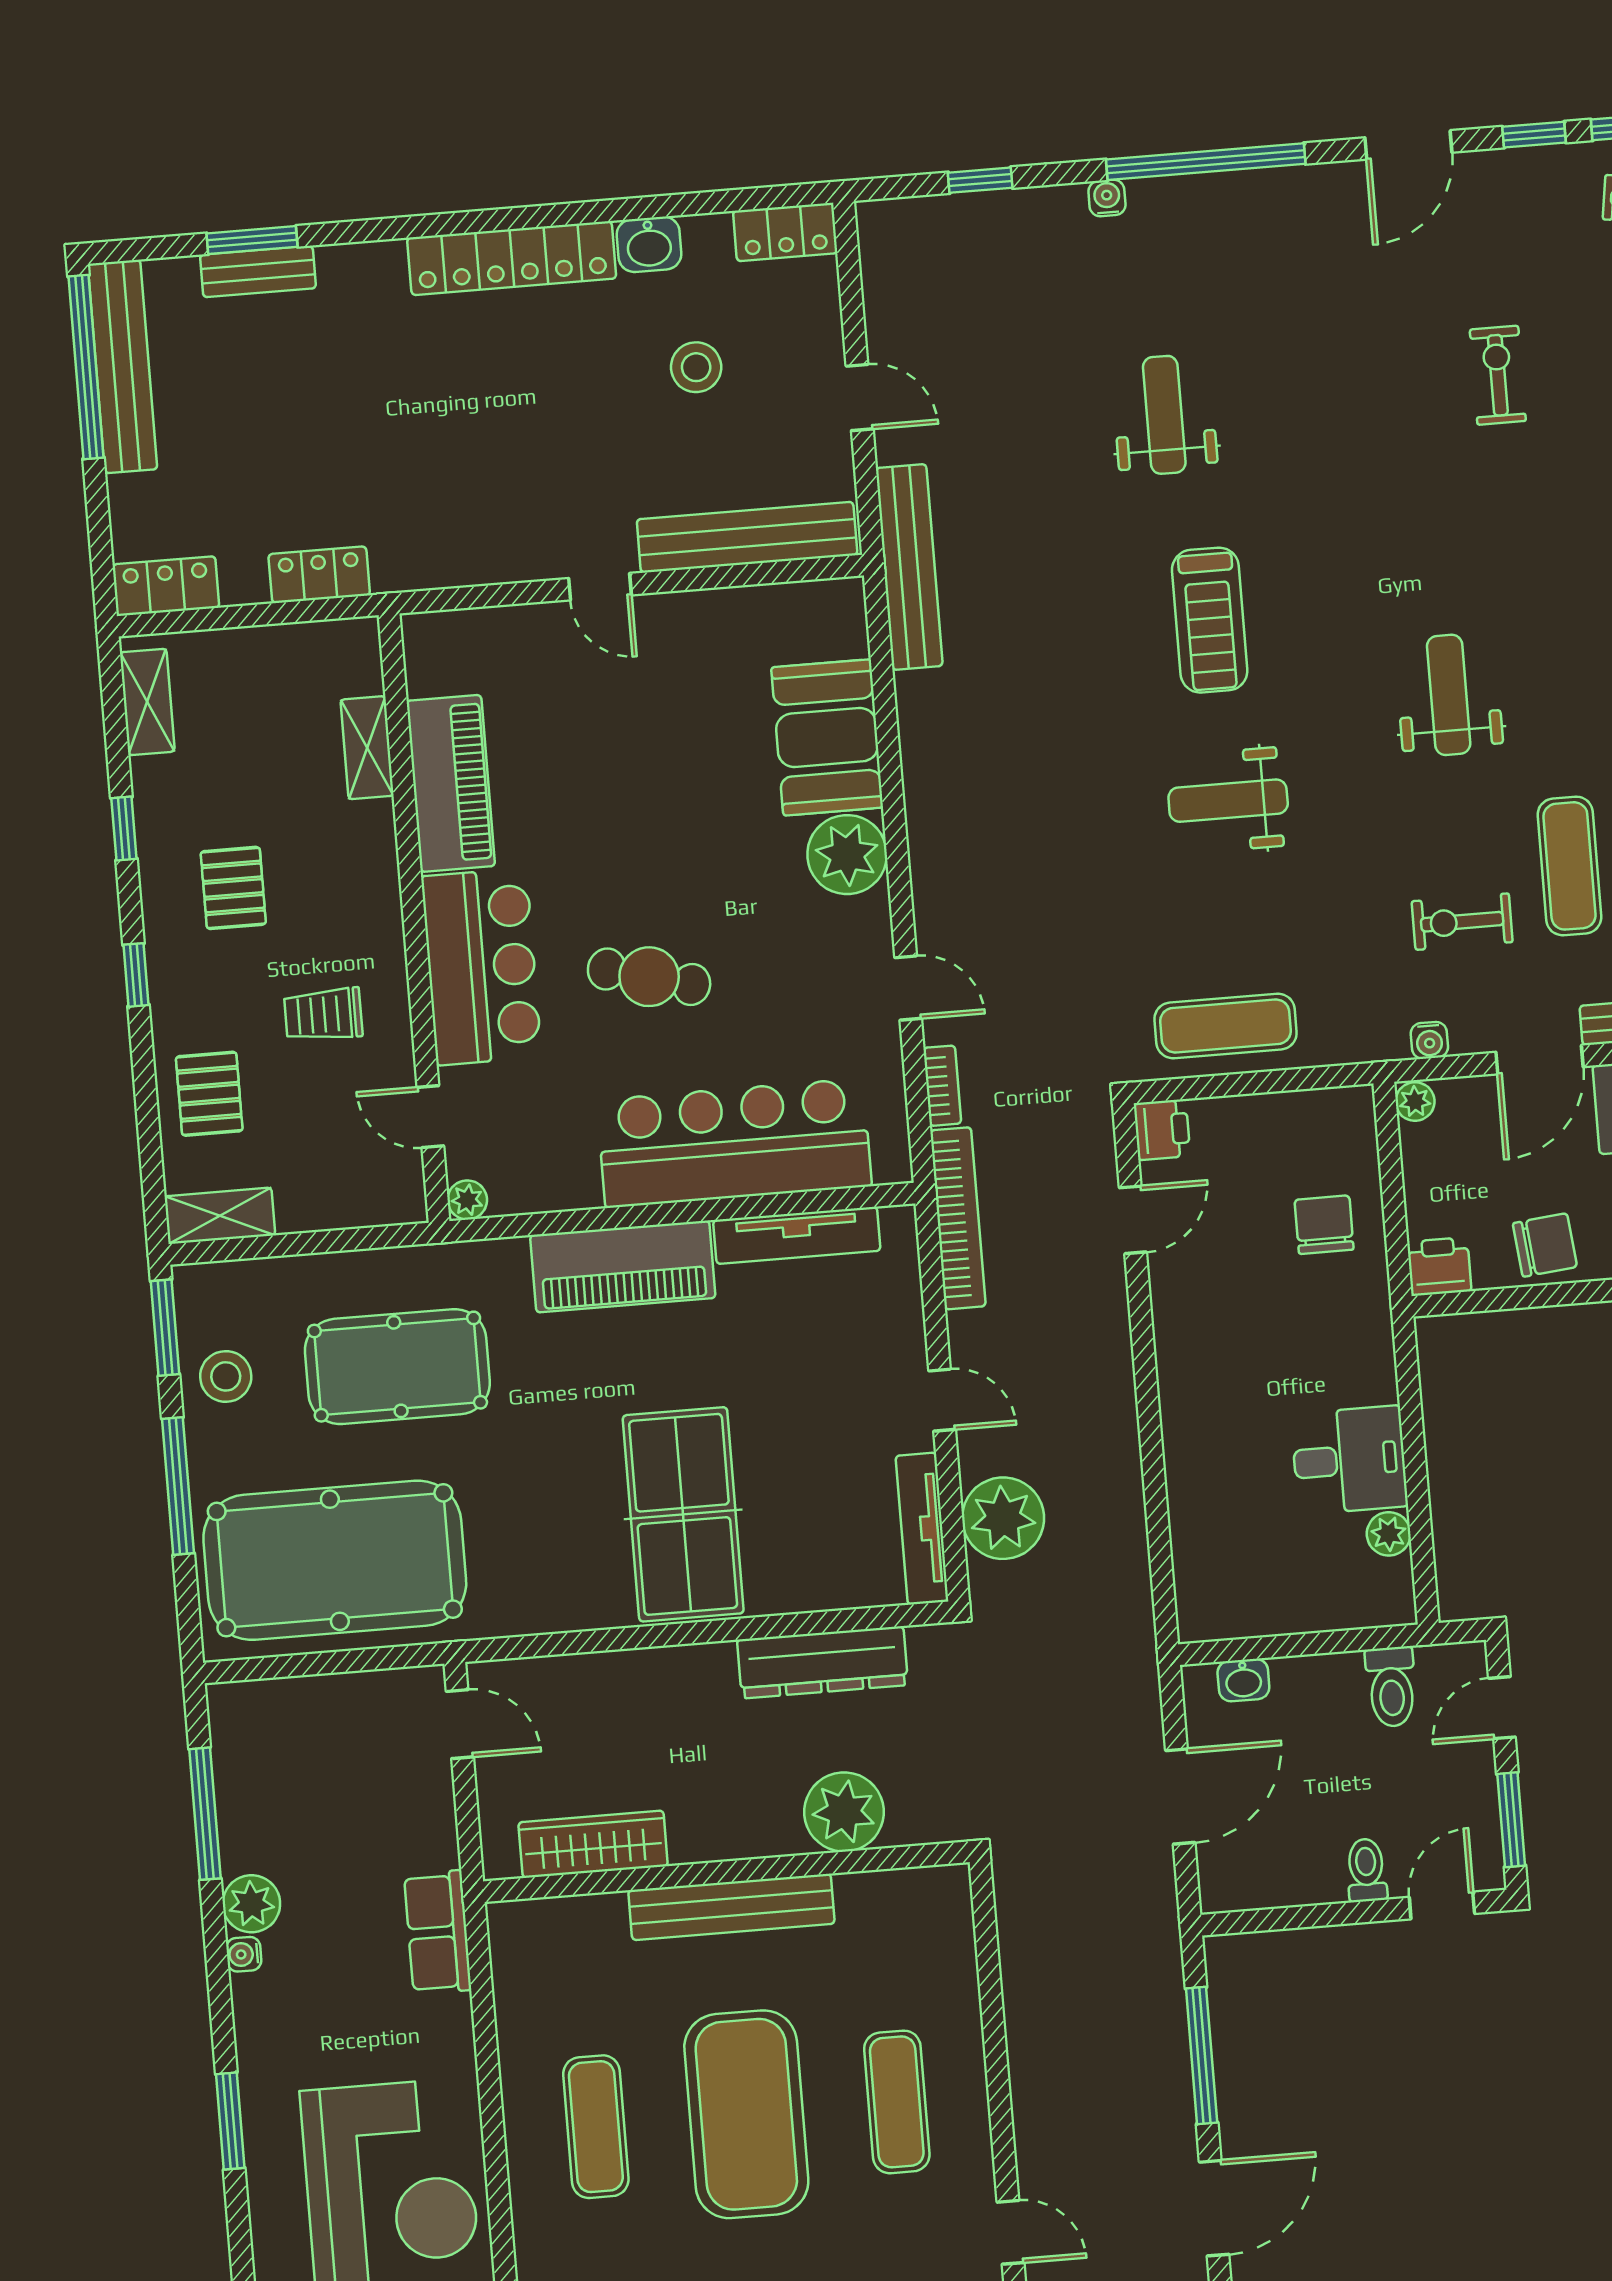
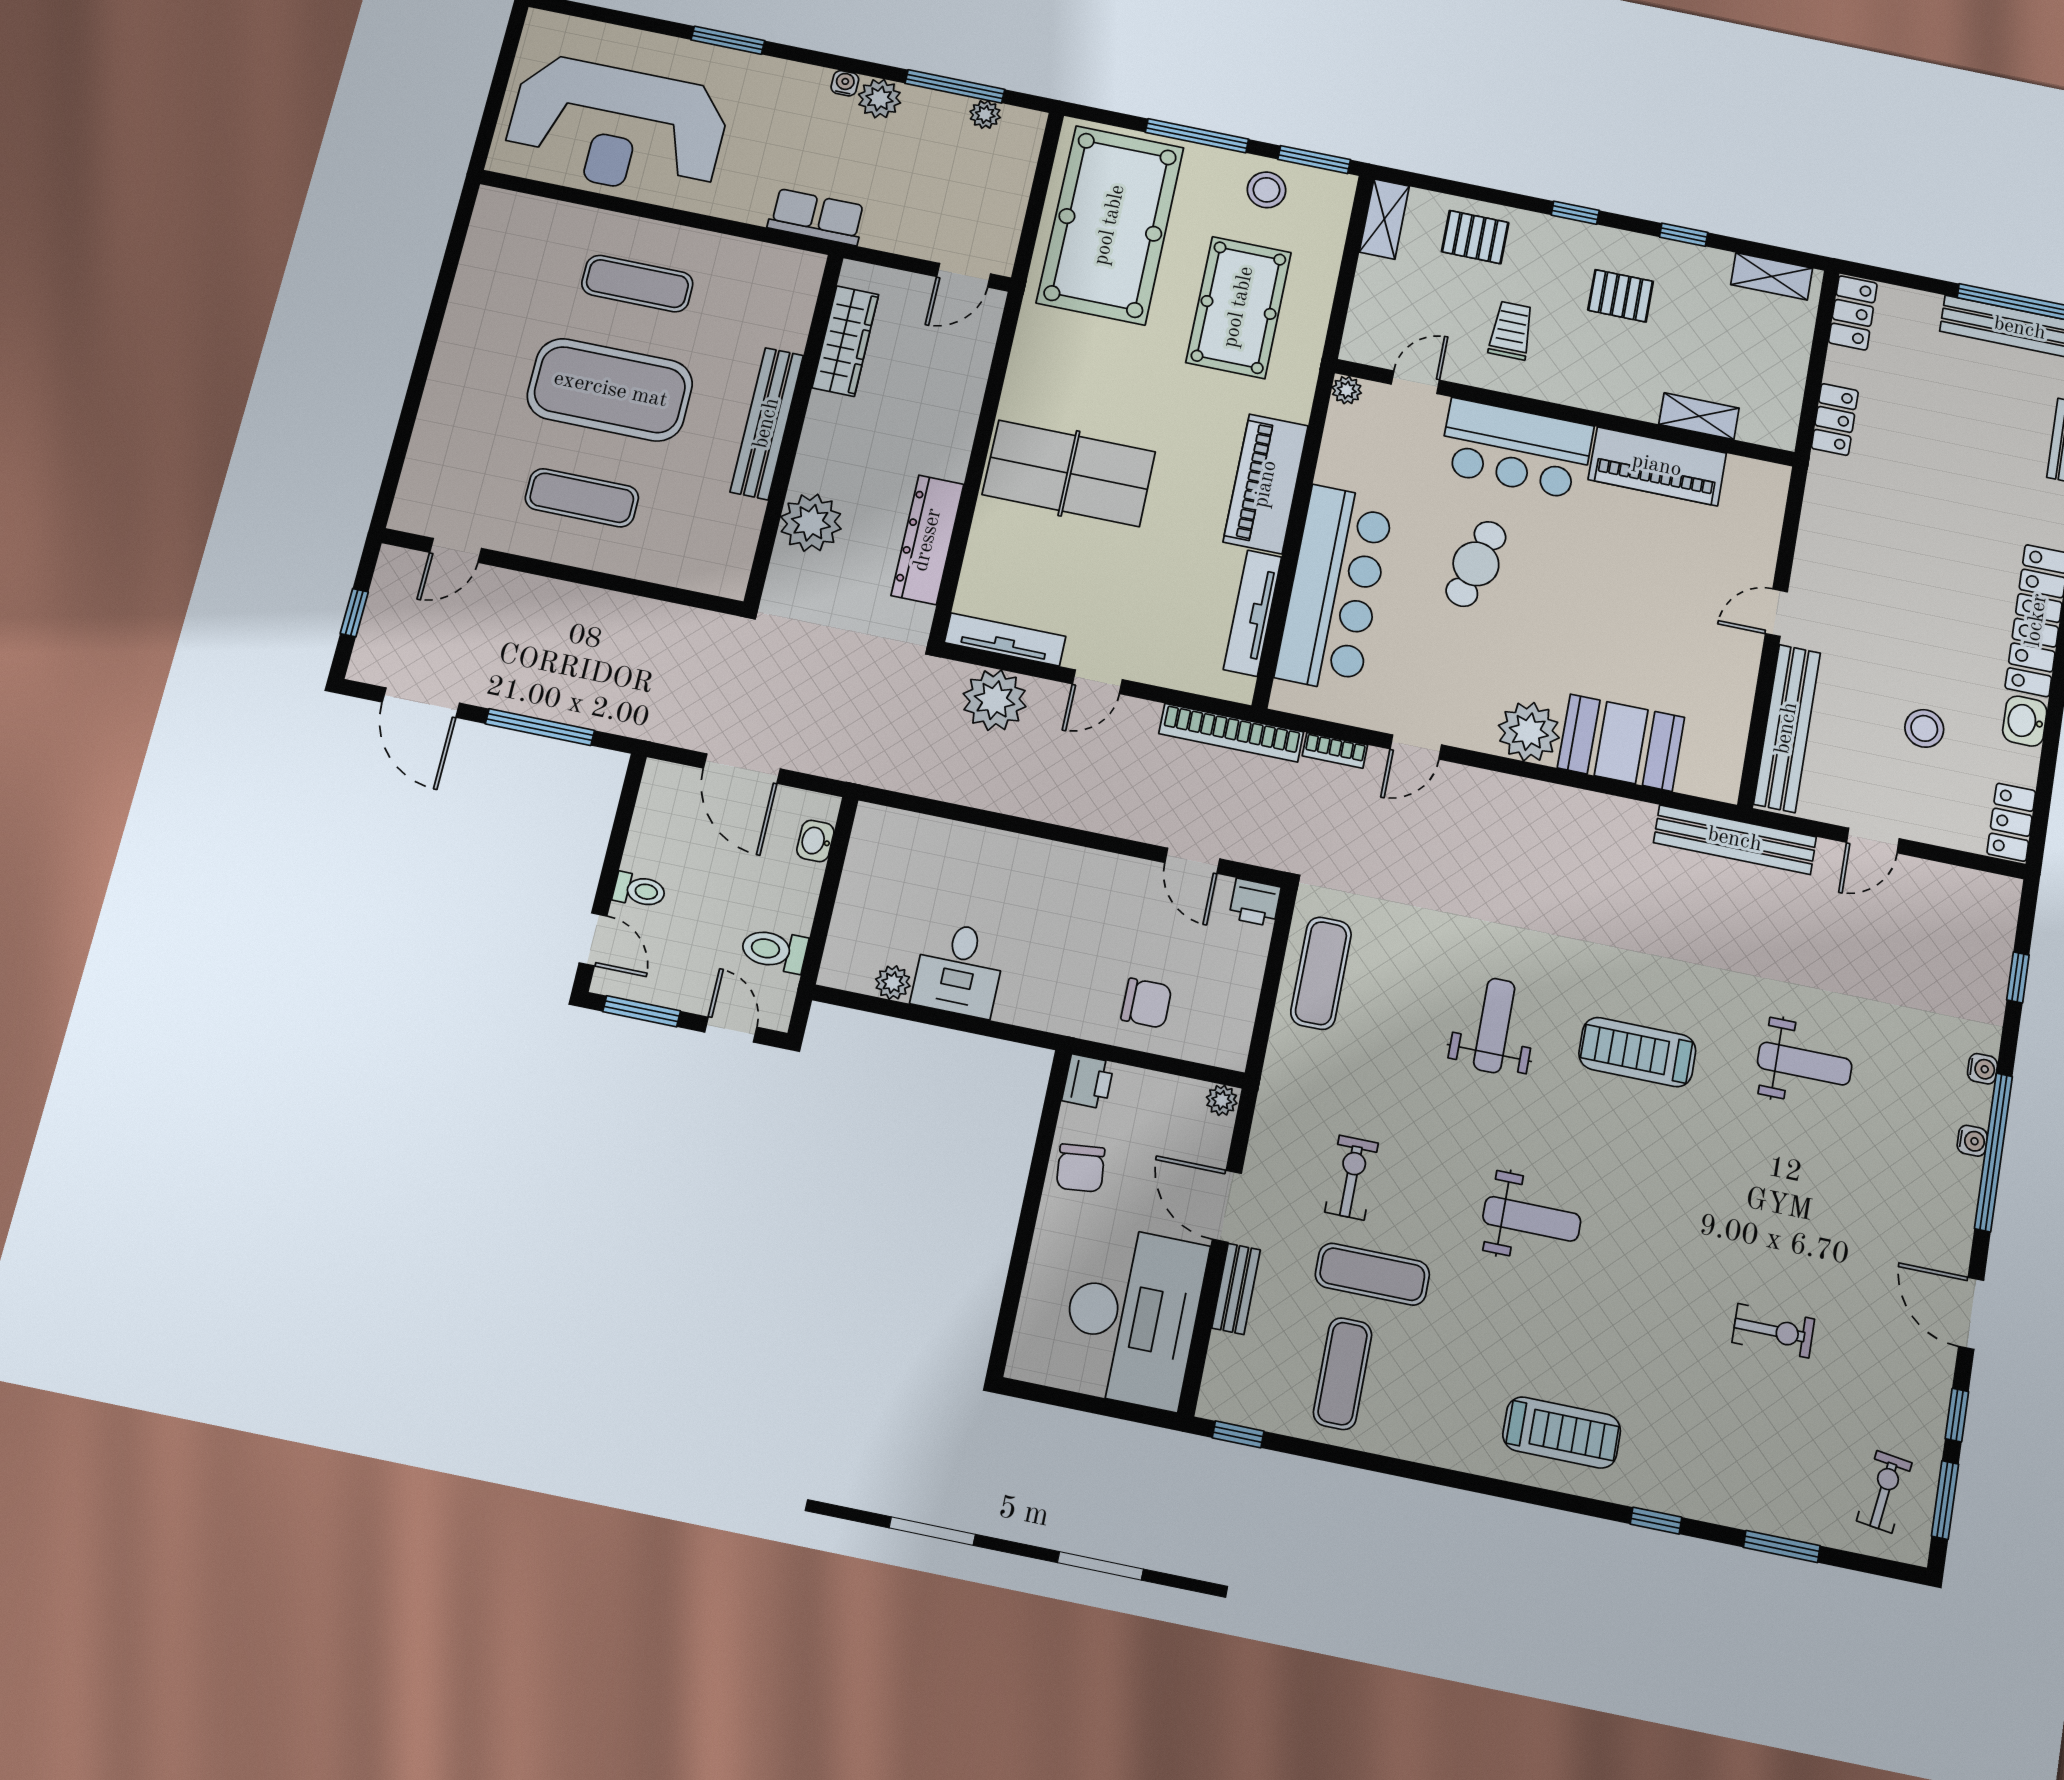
water cooler: (1429, 1040) -> (1972, 1141), moved, turned 180
plant: (232, 1763) -> (985, 114), added

